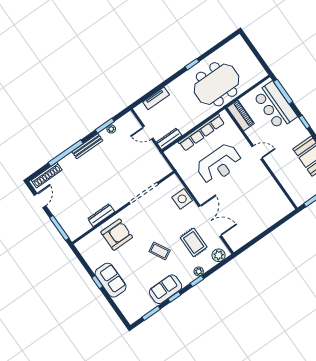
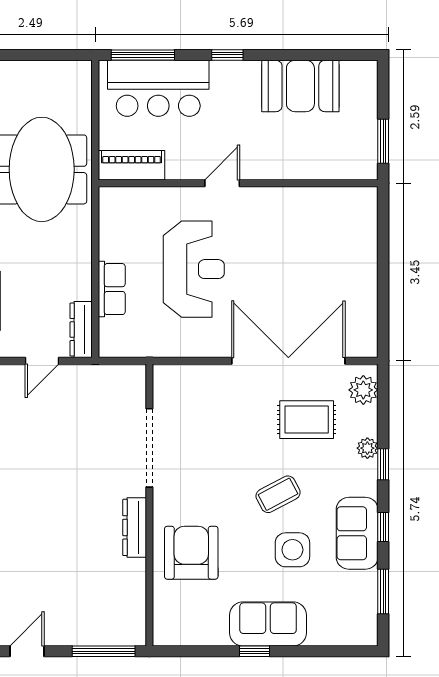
row of seats: (201, 132) -> (112, 289), width x0.50
side table: (182, 199) -> (292, 550), moved
door: (40, 200) -> (27, 651), hinge flipped
dresser: (101, 215) -> (135, 527), moved
double door: (210, 221) -> (288, 361), width x1.36

